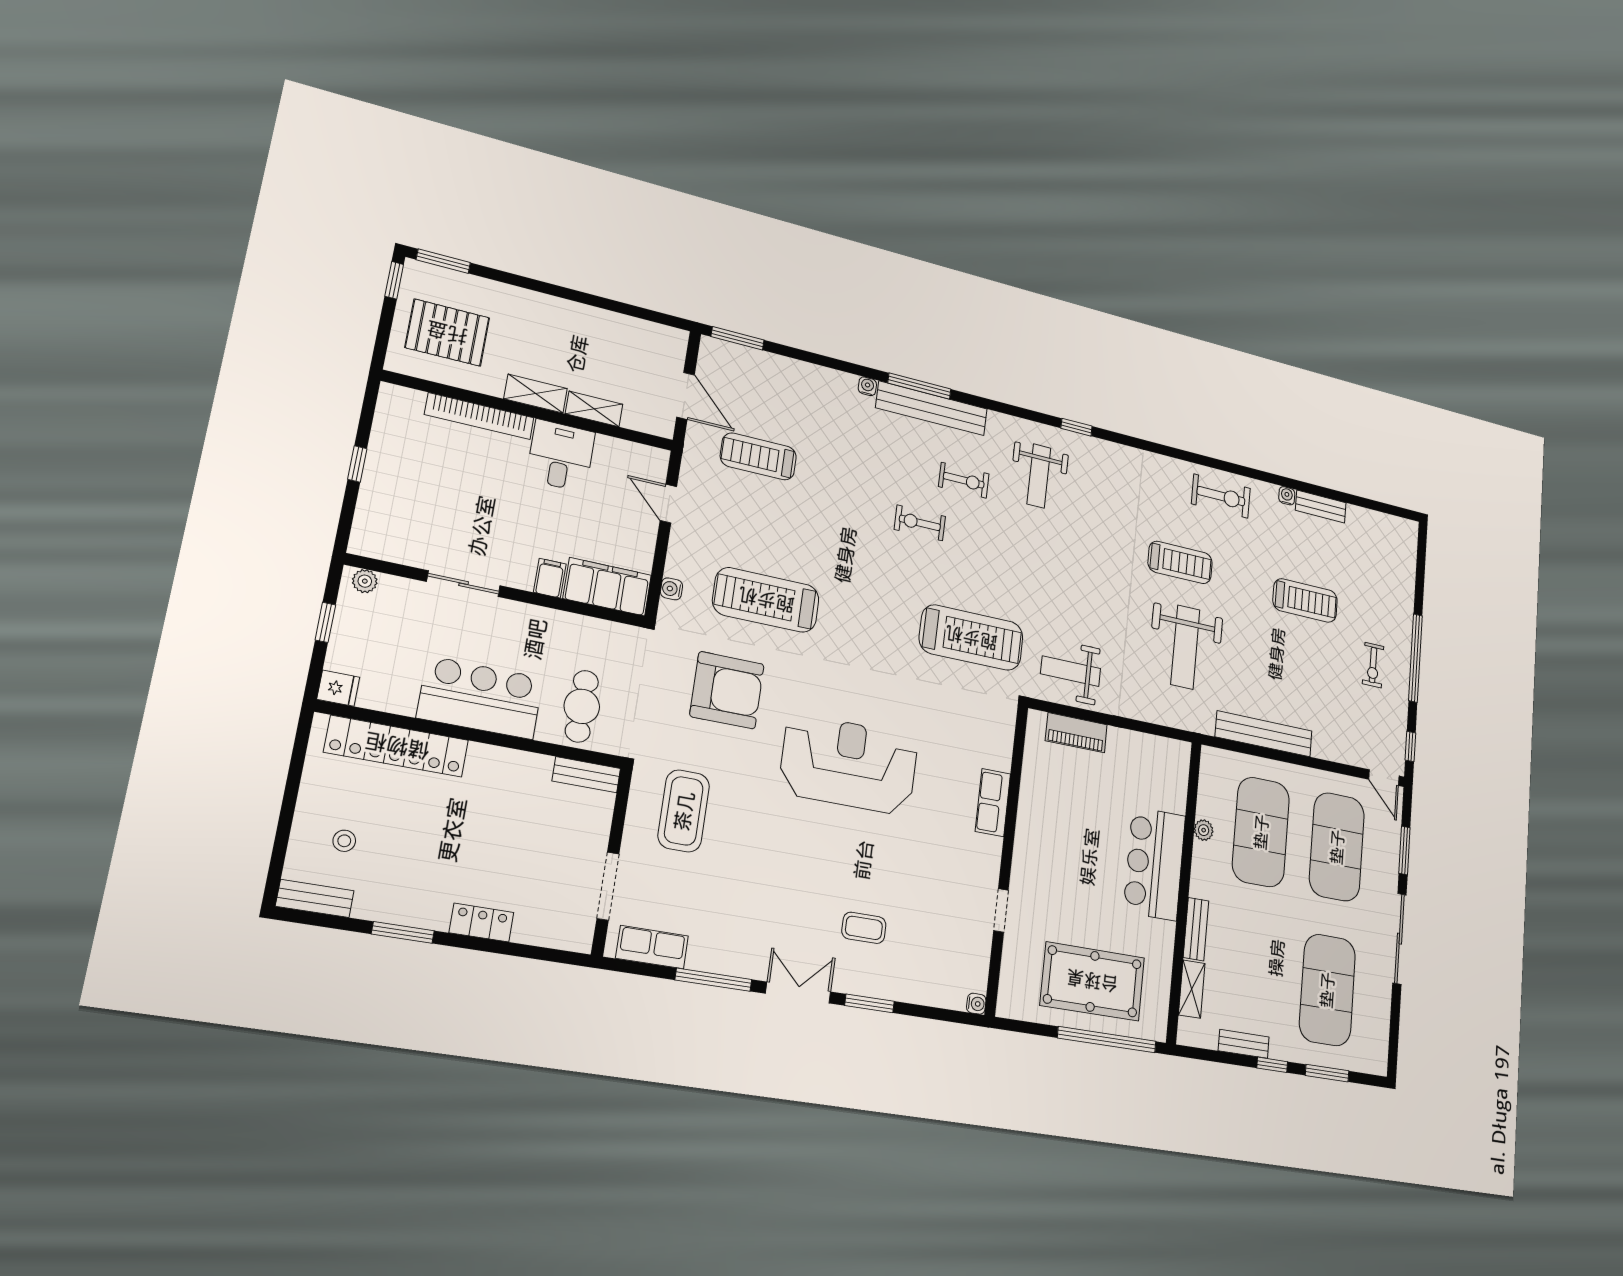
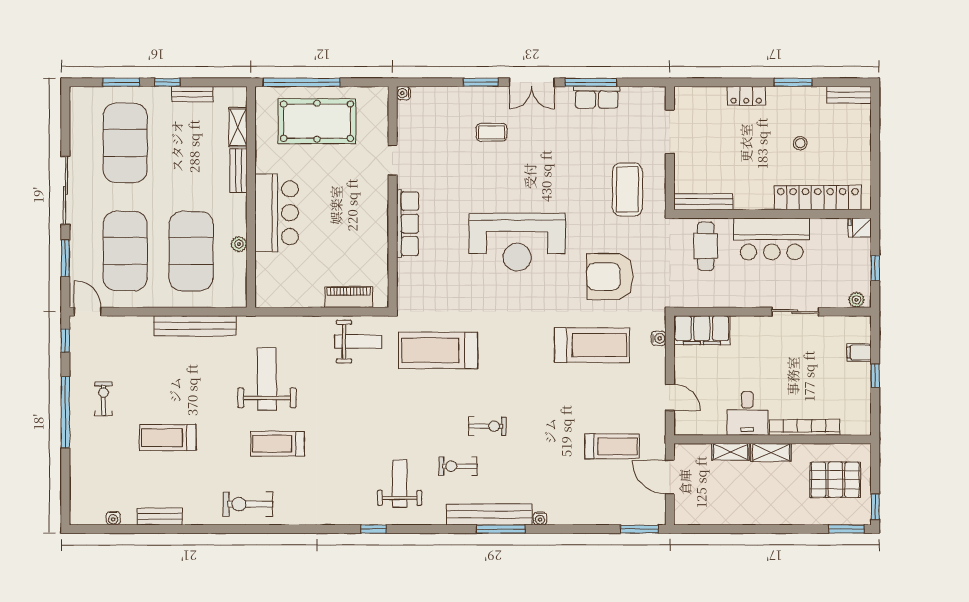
water cooler: (1287, 496) -> (113, 518), moved
filing cabinet: (550, 578) -> (859, 352), moved, turned 90
bench: (586, 775) -> (703, 202), width x1.36
row of seats: (993, 803) -> (407, 224), width x1.48
stool: (344, 841) -> (800, 143), moved
row of seats: (652, 947) -> (597, 97), moved

